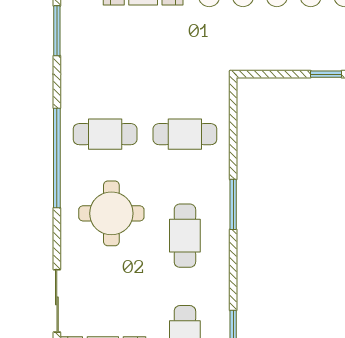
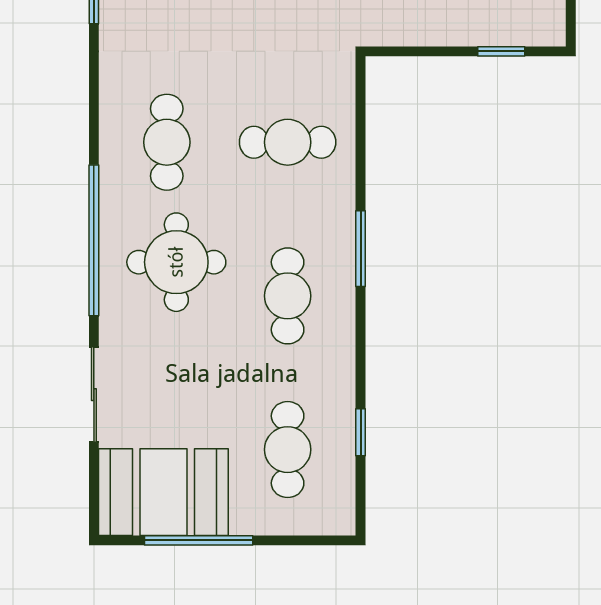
cafe table: (105, 134) -> (167, 142), turned 90
window: (57, 158) -> (94, 240), moved

